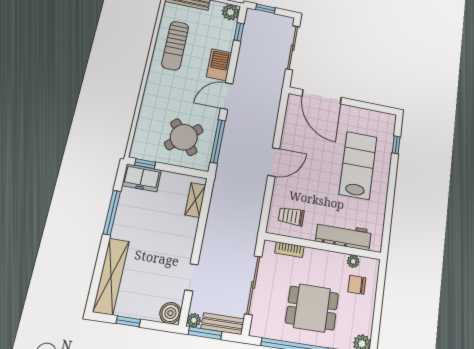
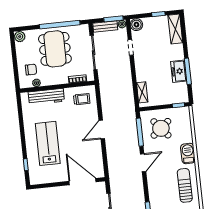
barbecue: (219, 65) -> (188, 154), moved, turned 180
lab bench: (358, 165) -> (48, 143), turned 180
freezer: (142, 178) -> (179, 71), moved, turned -90
shelving: (111, 276) -> (175, 29), width x0.68
dining table: (312, 308) -> (55, 49), width x1.38

